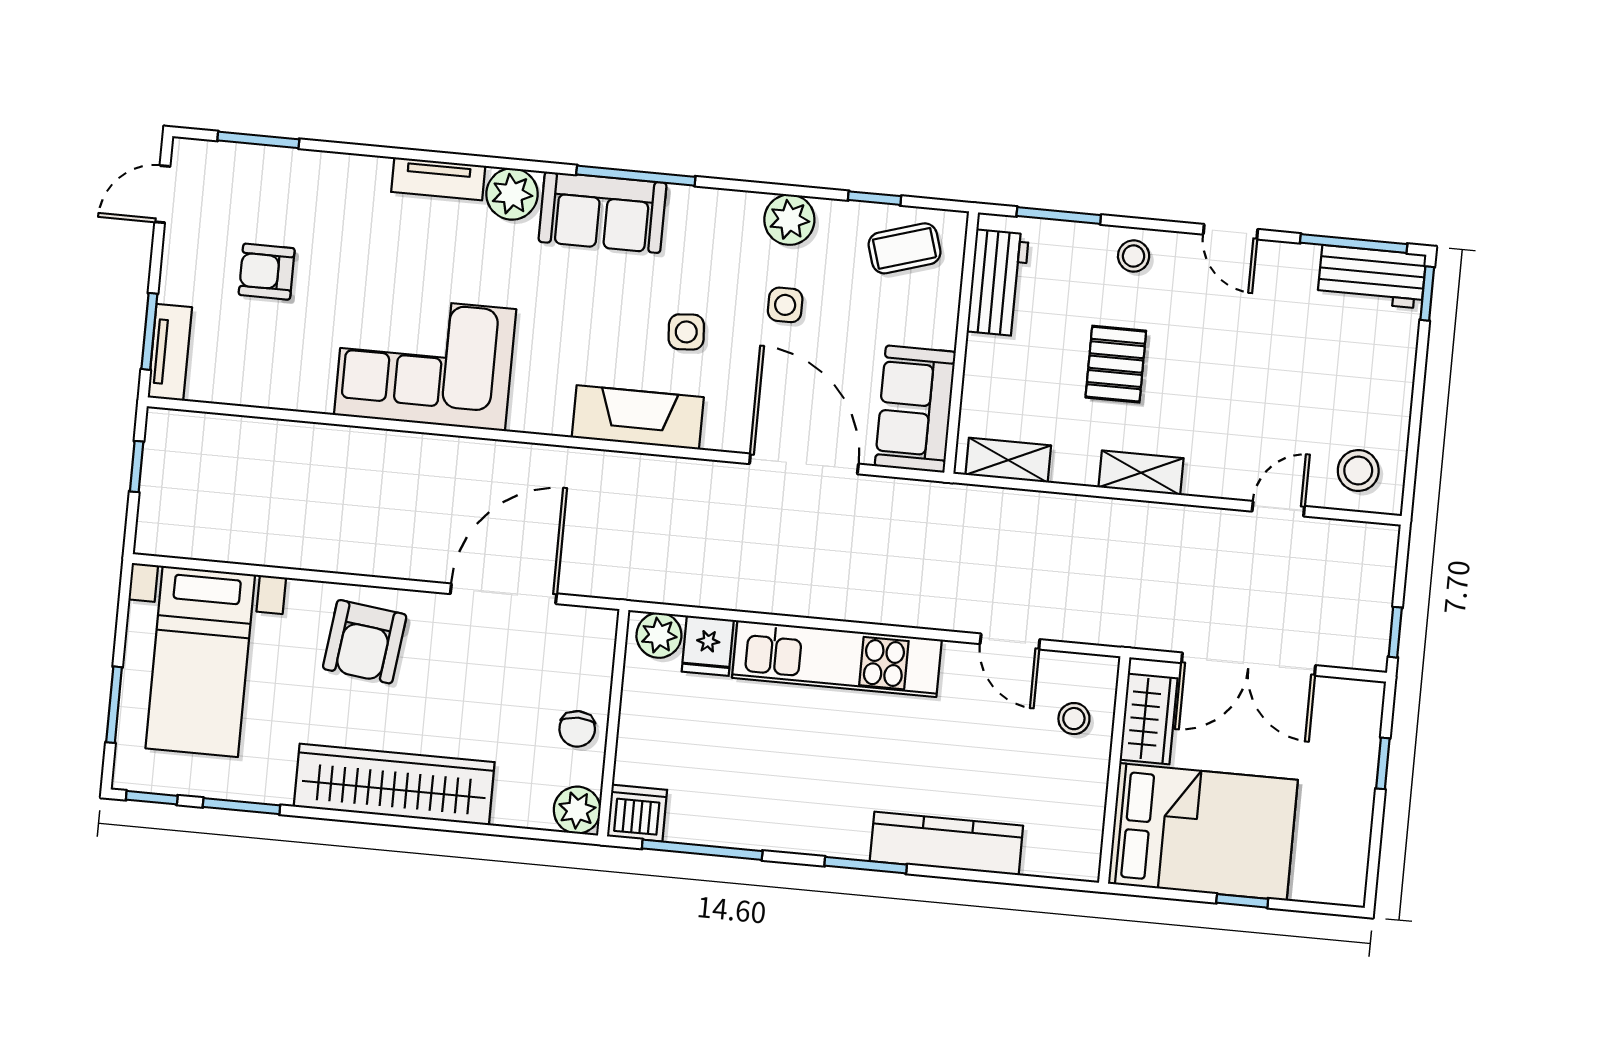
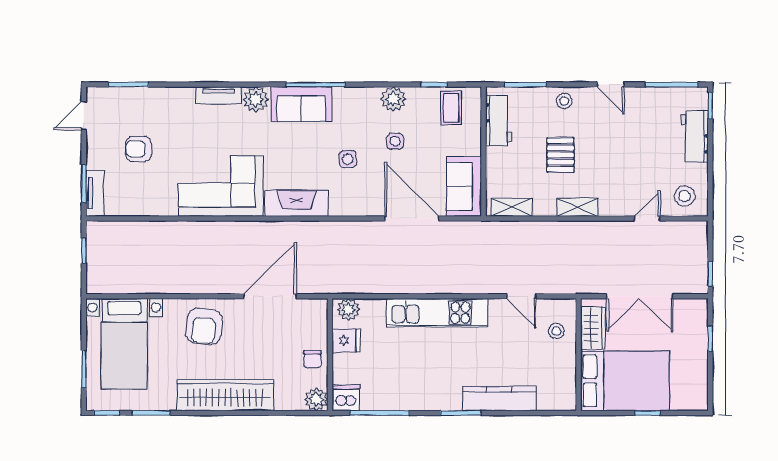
coffee table: (905, 248) -> (451, 108), turned -73
workbench: (1372, 277) -> (695, 136), moved, turned 90
fireplace: (638, 417) -> (296, 203), moved
fridge: (708, 646) -> (346, 341), moved, turned -90

